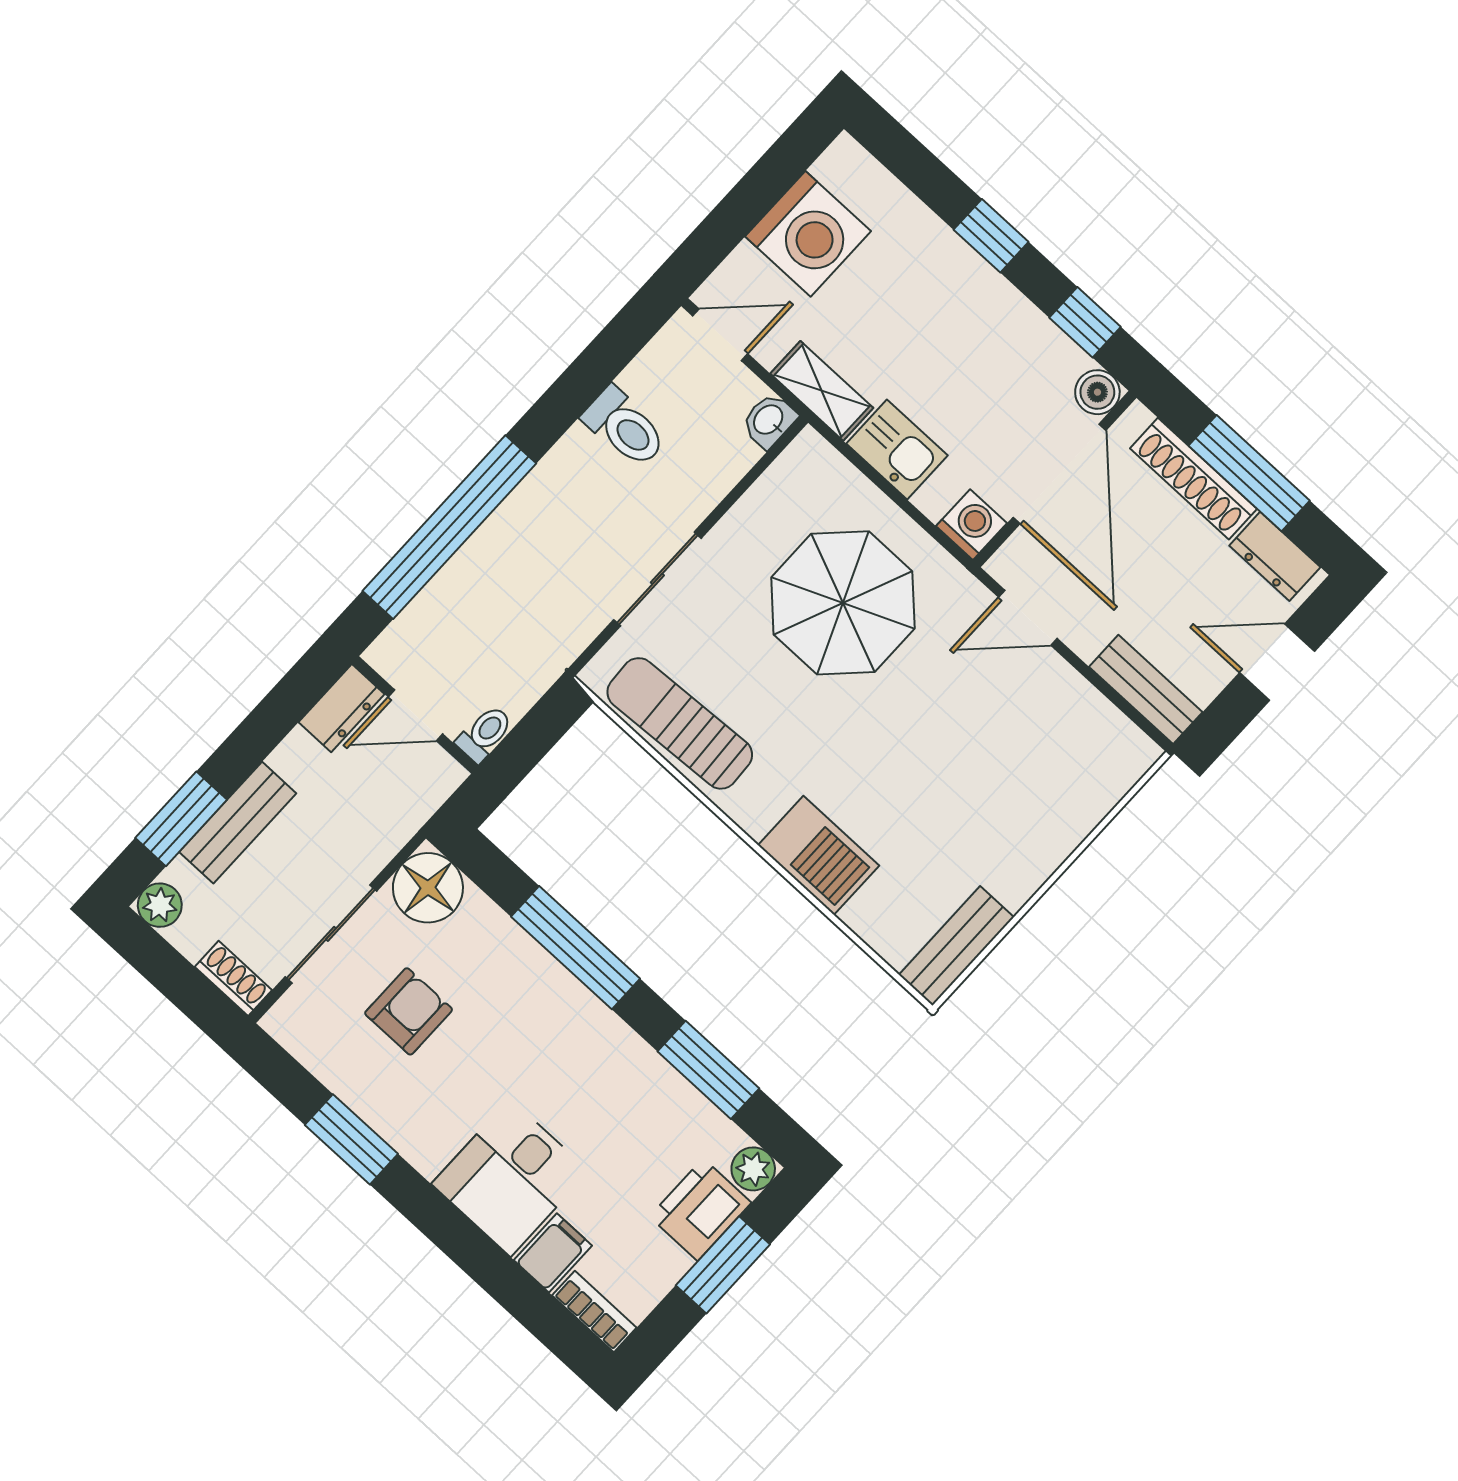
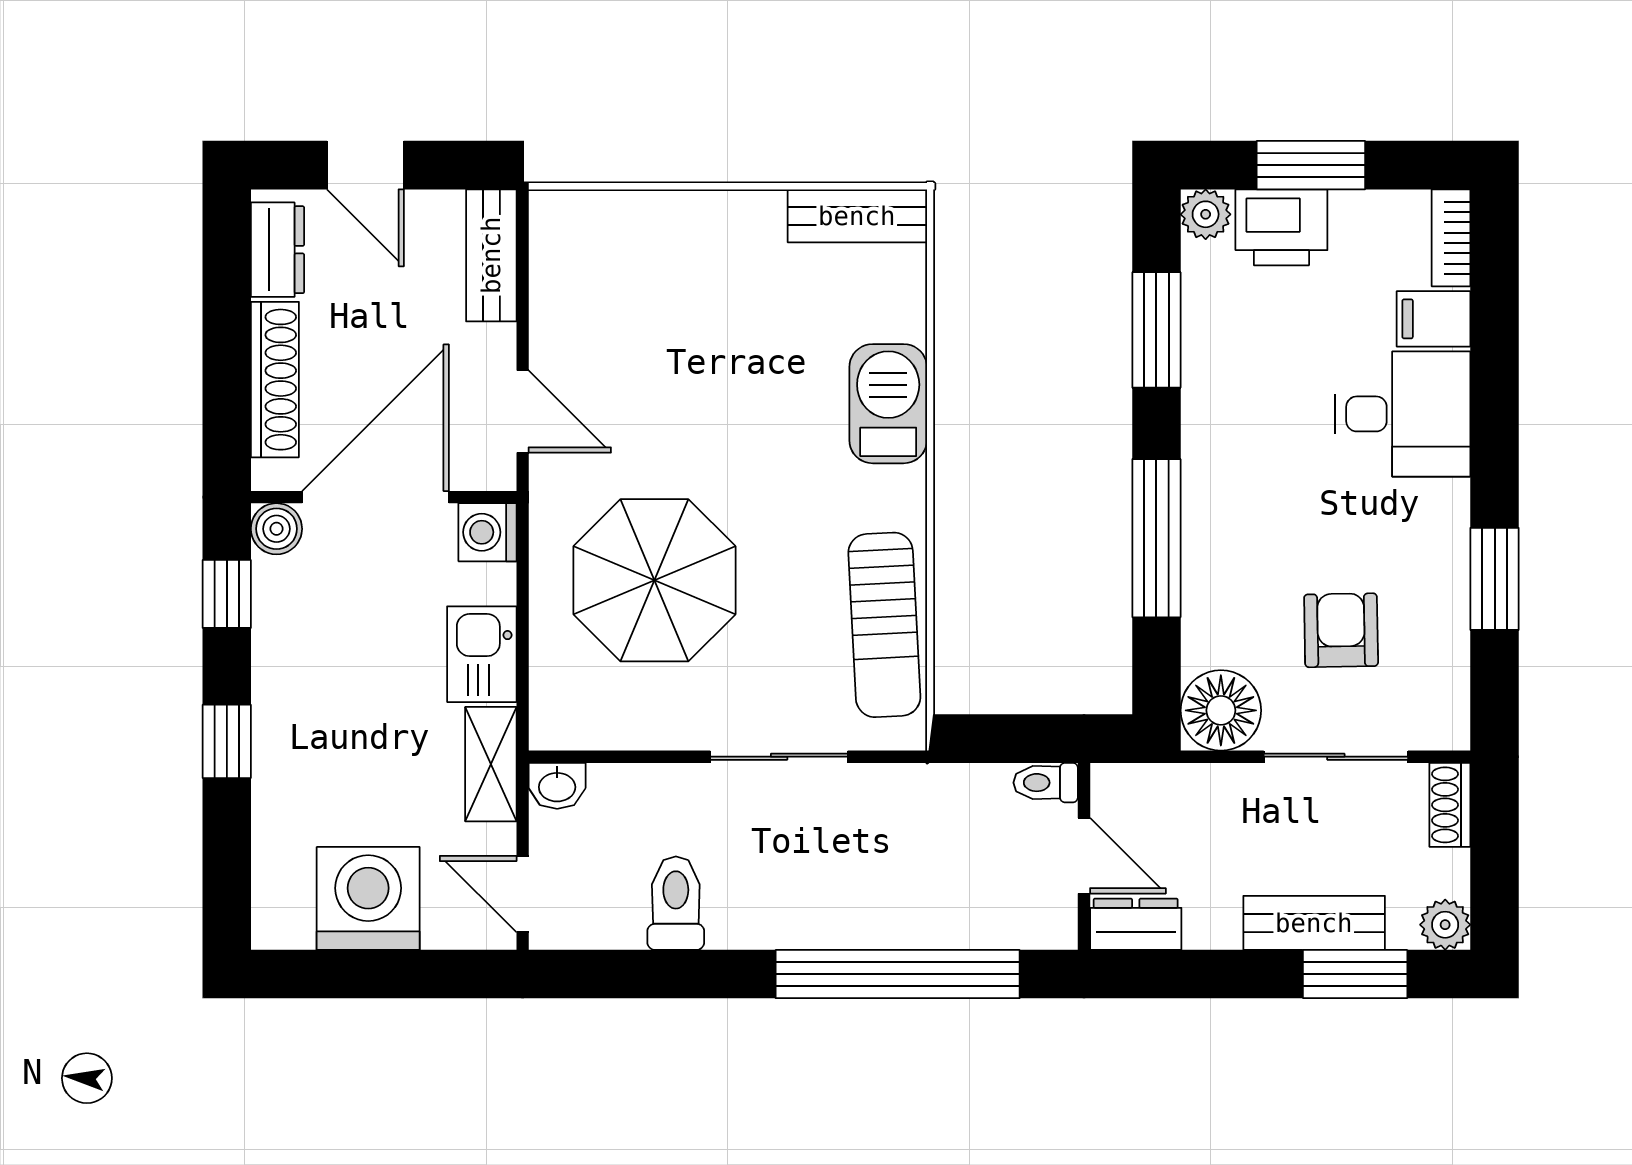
window: (1249, 473) -> (227, 337), removed
armchair: (409, 1011) -> (1341, 630), turned 89

